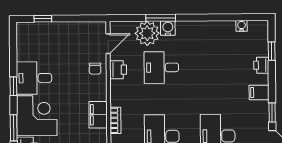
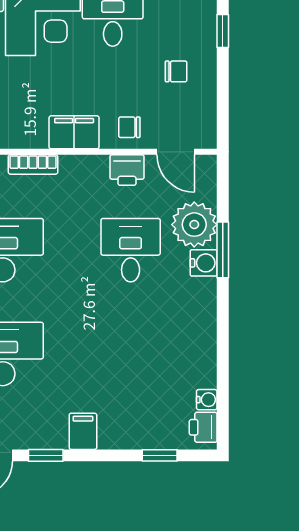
chair: (65, 44) -> (176, 71), added
printer: (261, 65) -> (203, 427), moved, turned -90
filing cabinet: (98, 115) -> (74, 132), moved

